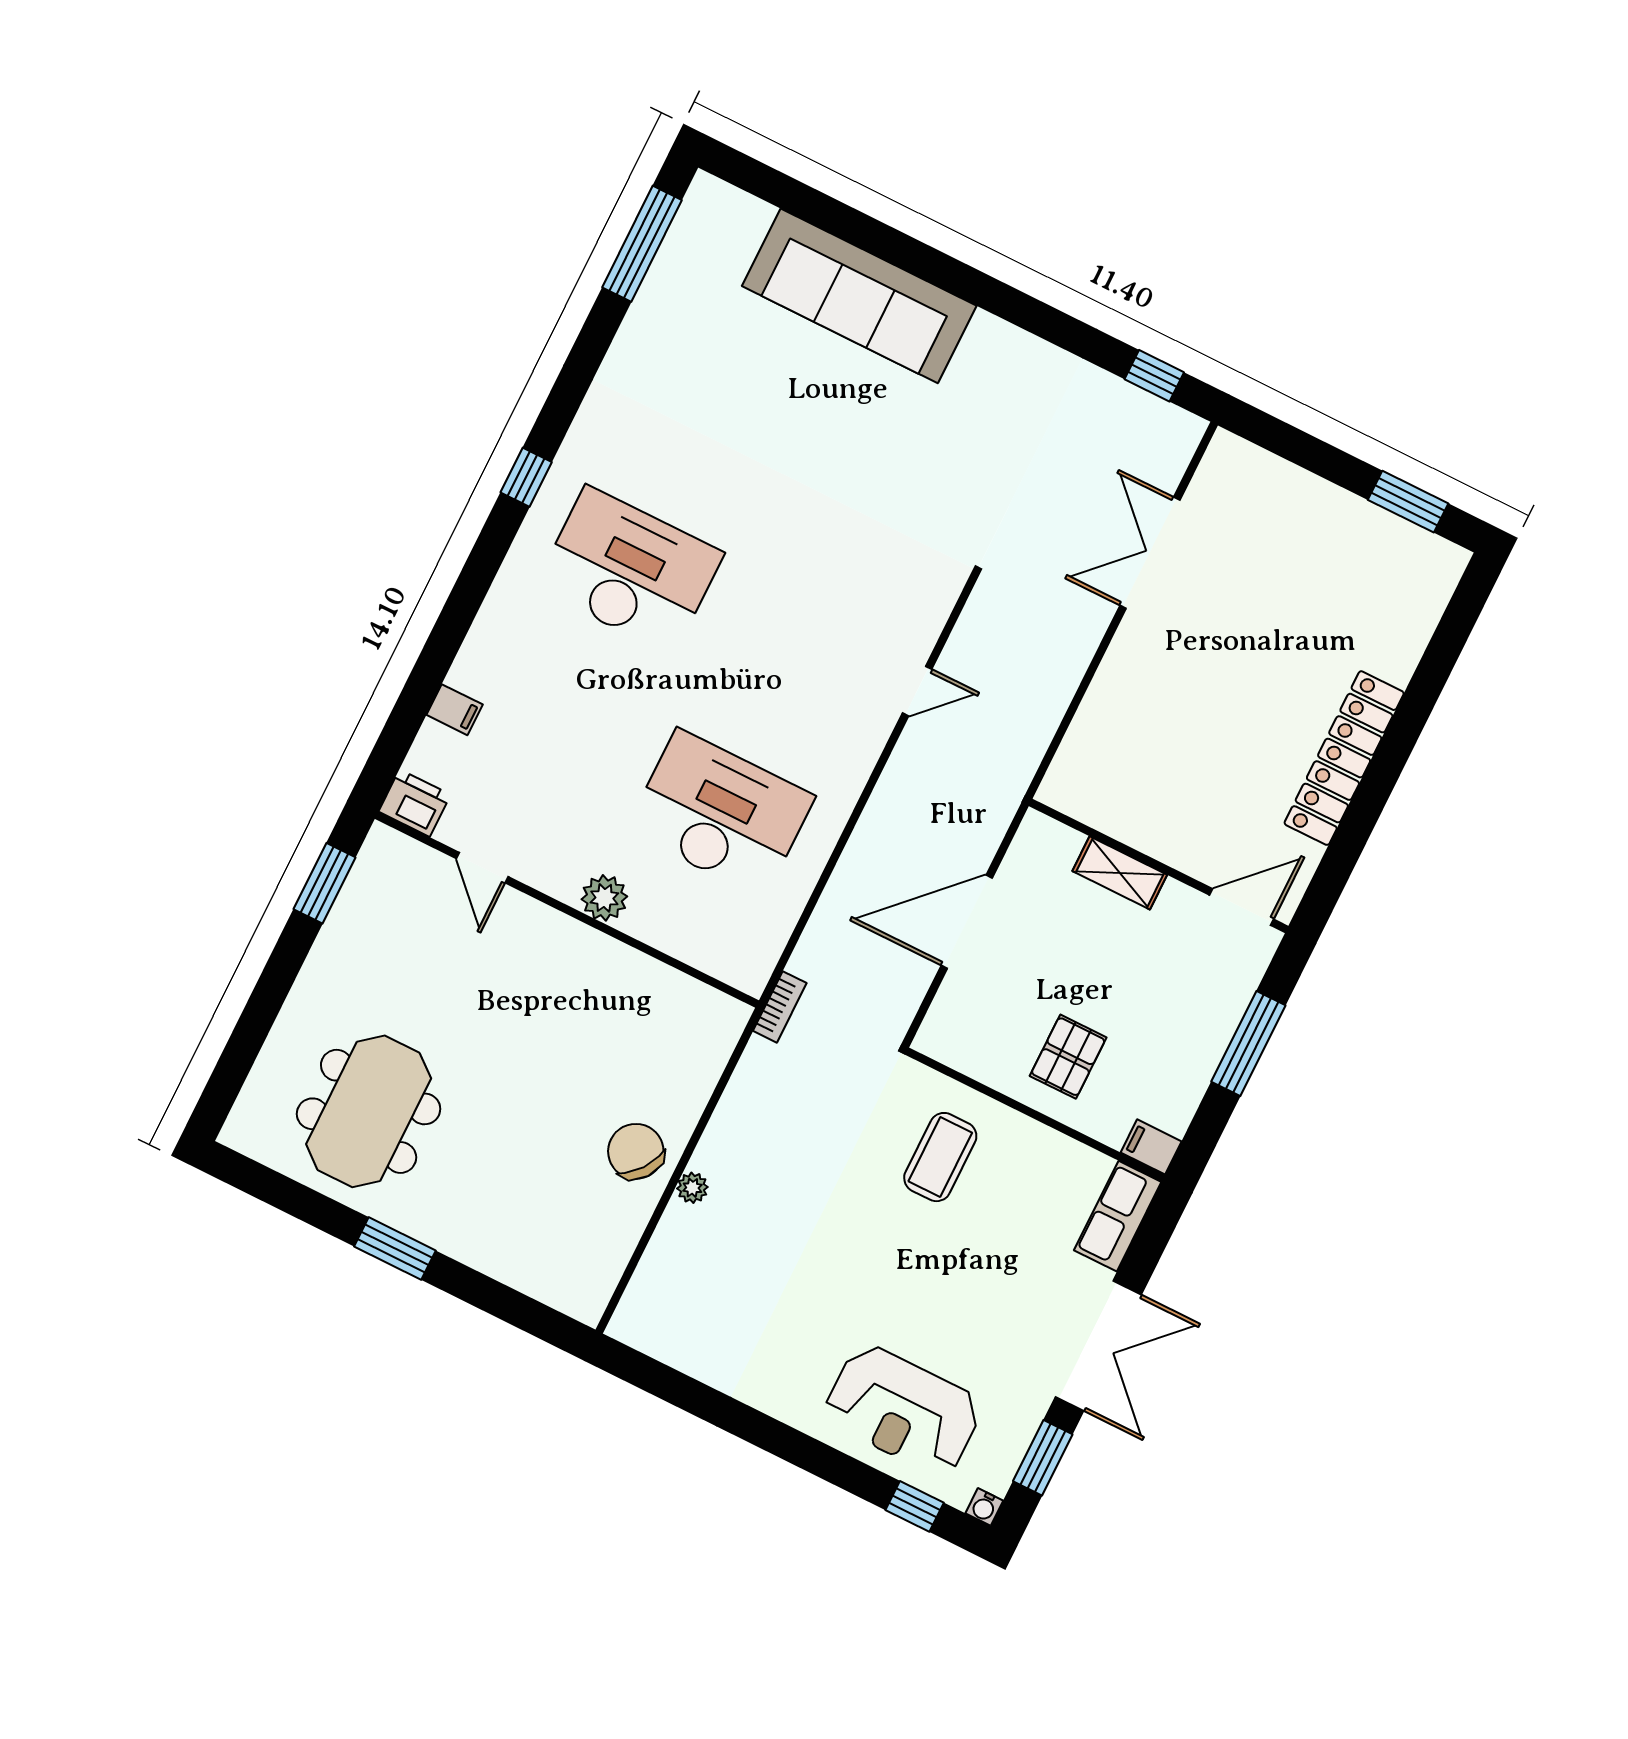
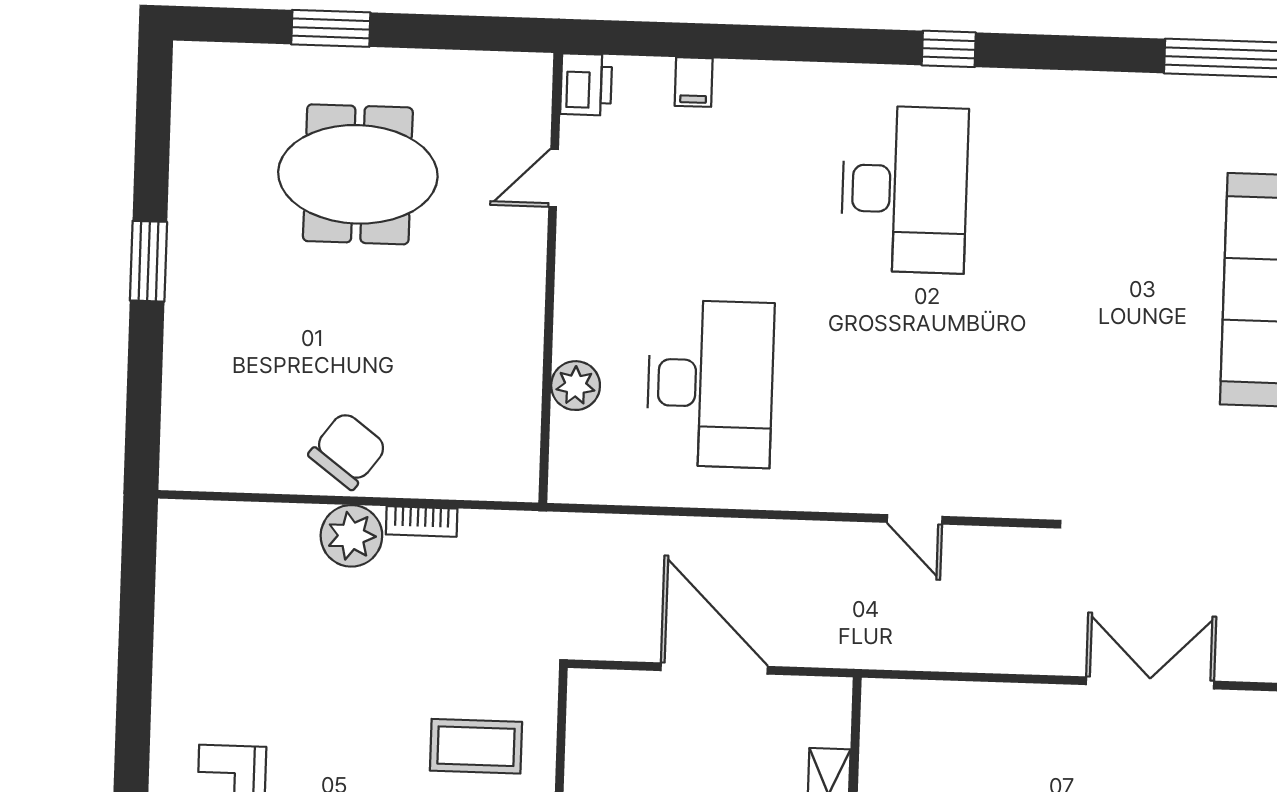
window: (324, 883) -> (331, 28), moved
plant: (604, 898) -> (576, 386), moved
bookcase: (780, 1007) -> (422, 522), moved
meeting table: (369, 1111) -> (358, 174), moved
plant: (692, 1188) -> (351, 536), width x1.88, depth x1.88

